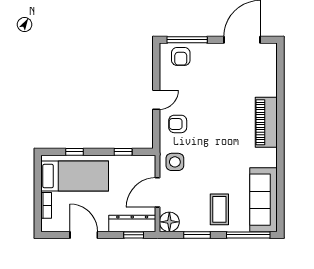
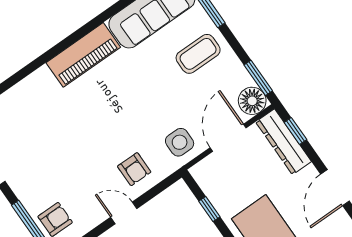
piano: (266, 122) -> (83, 55), moved
door: (157, 192) -> (228, 138), swing flipped
window: (197, 235) -> (258, 78), moved

